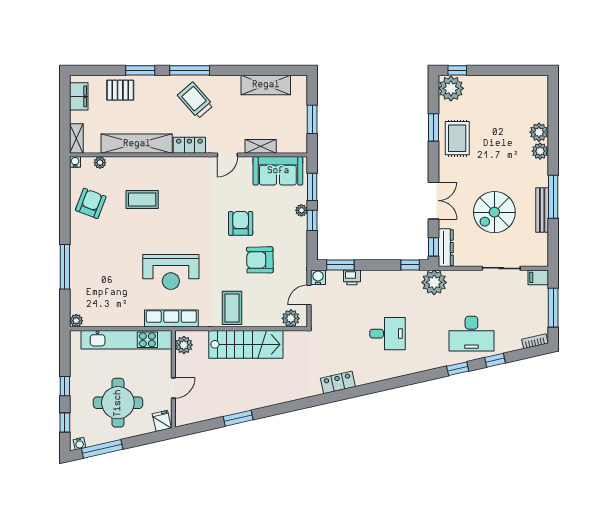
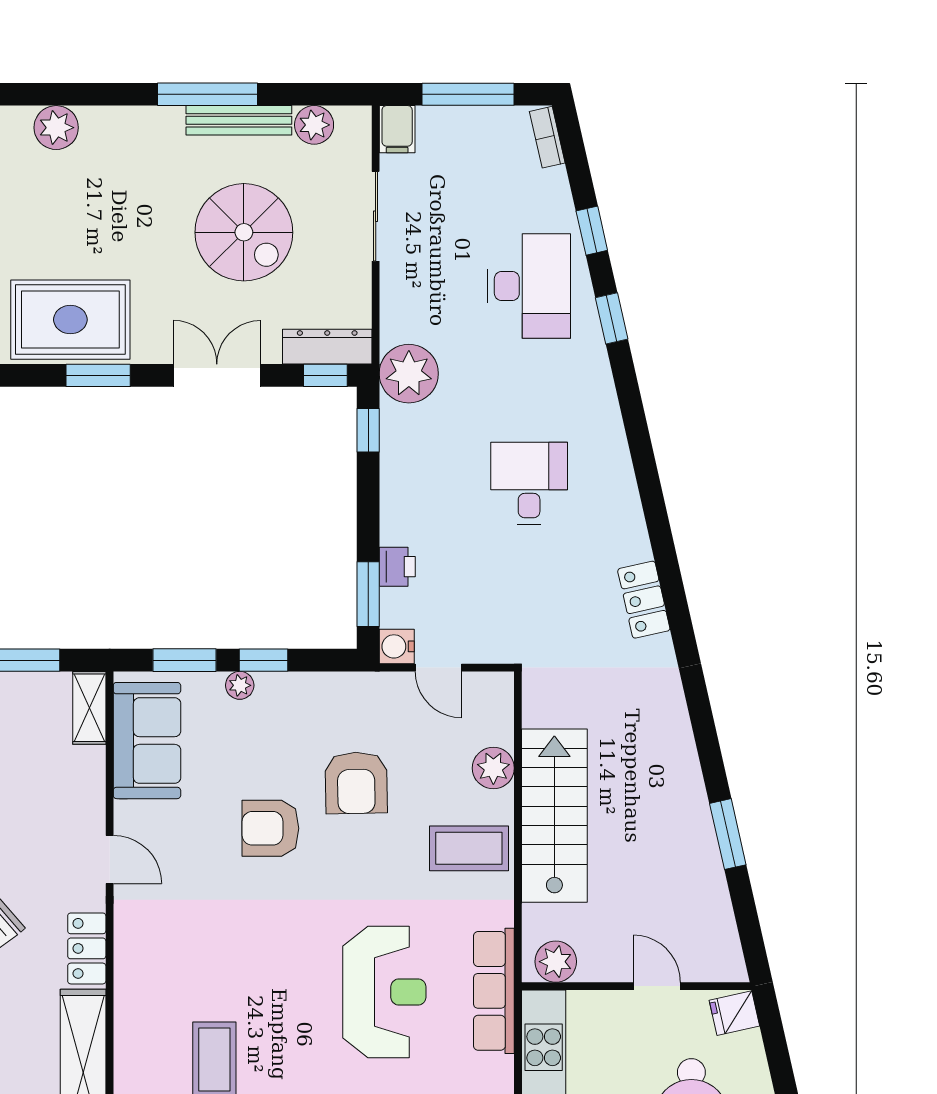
window: (433, 127) -> (98, 375), moved
rug: (457, 138) -> (70, 320), width x1.36, depth x1.43
shelving: (261, 146) -> (89, 708), moved
plant: (540, 151) -> (314, 125), moved
plant: (291, 318) -> (493, 768), moved

